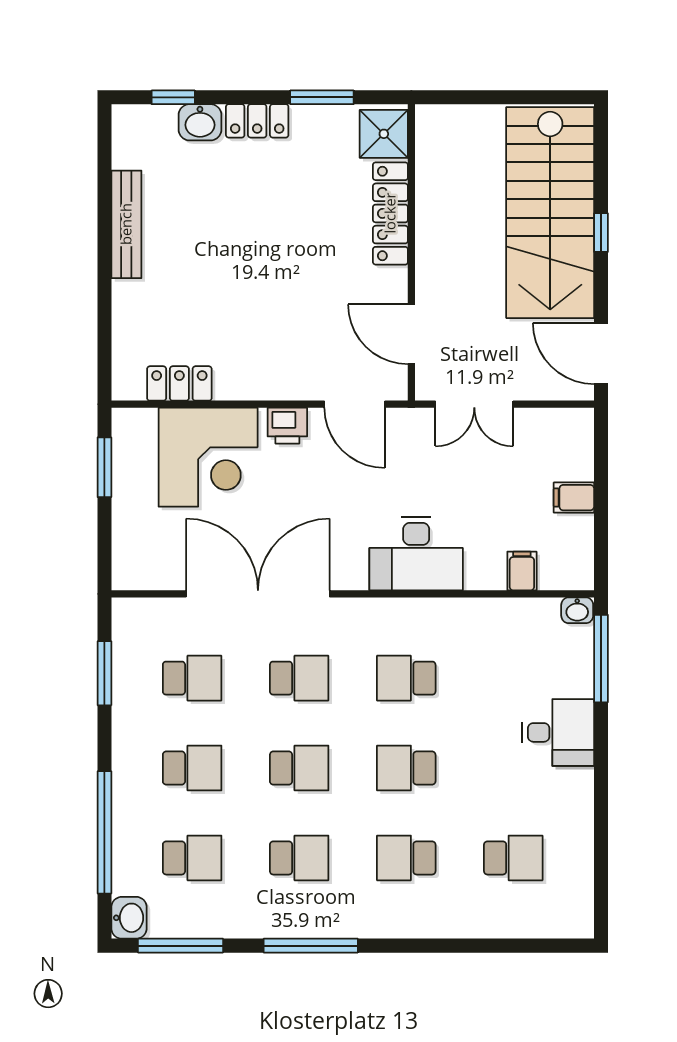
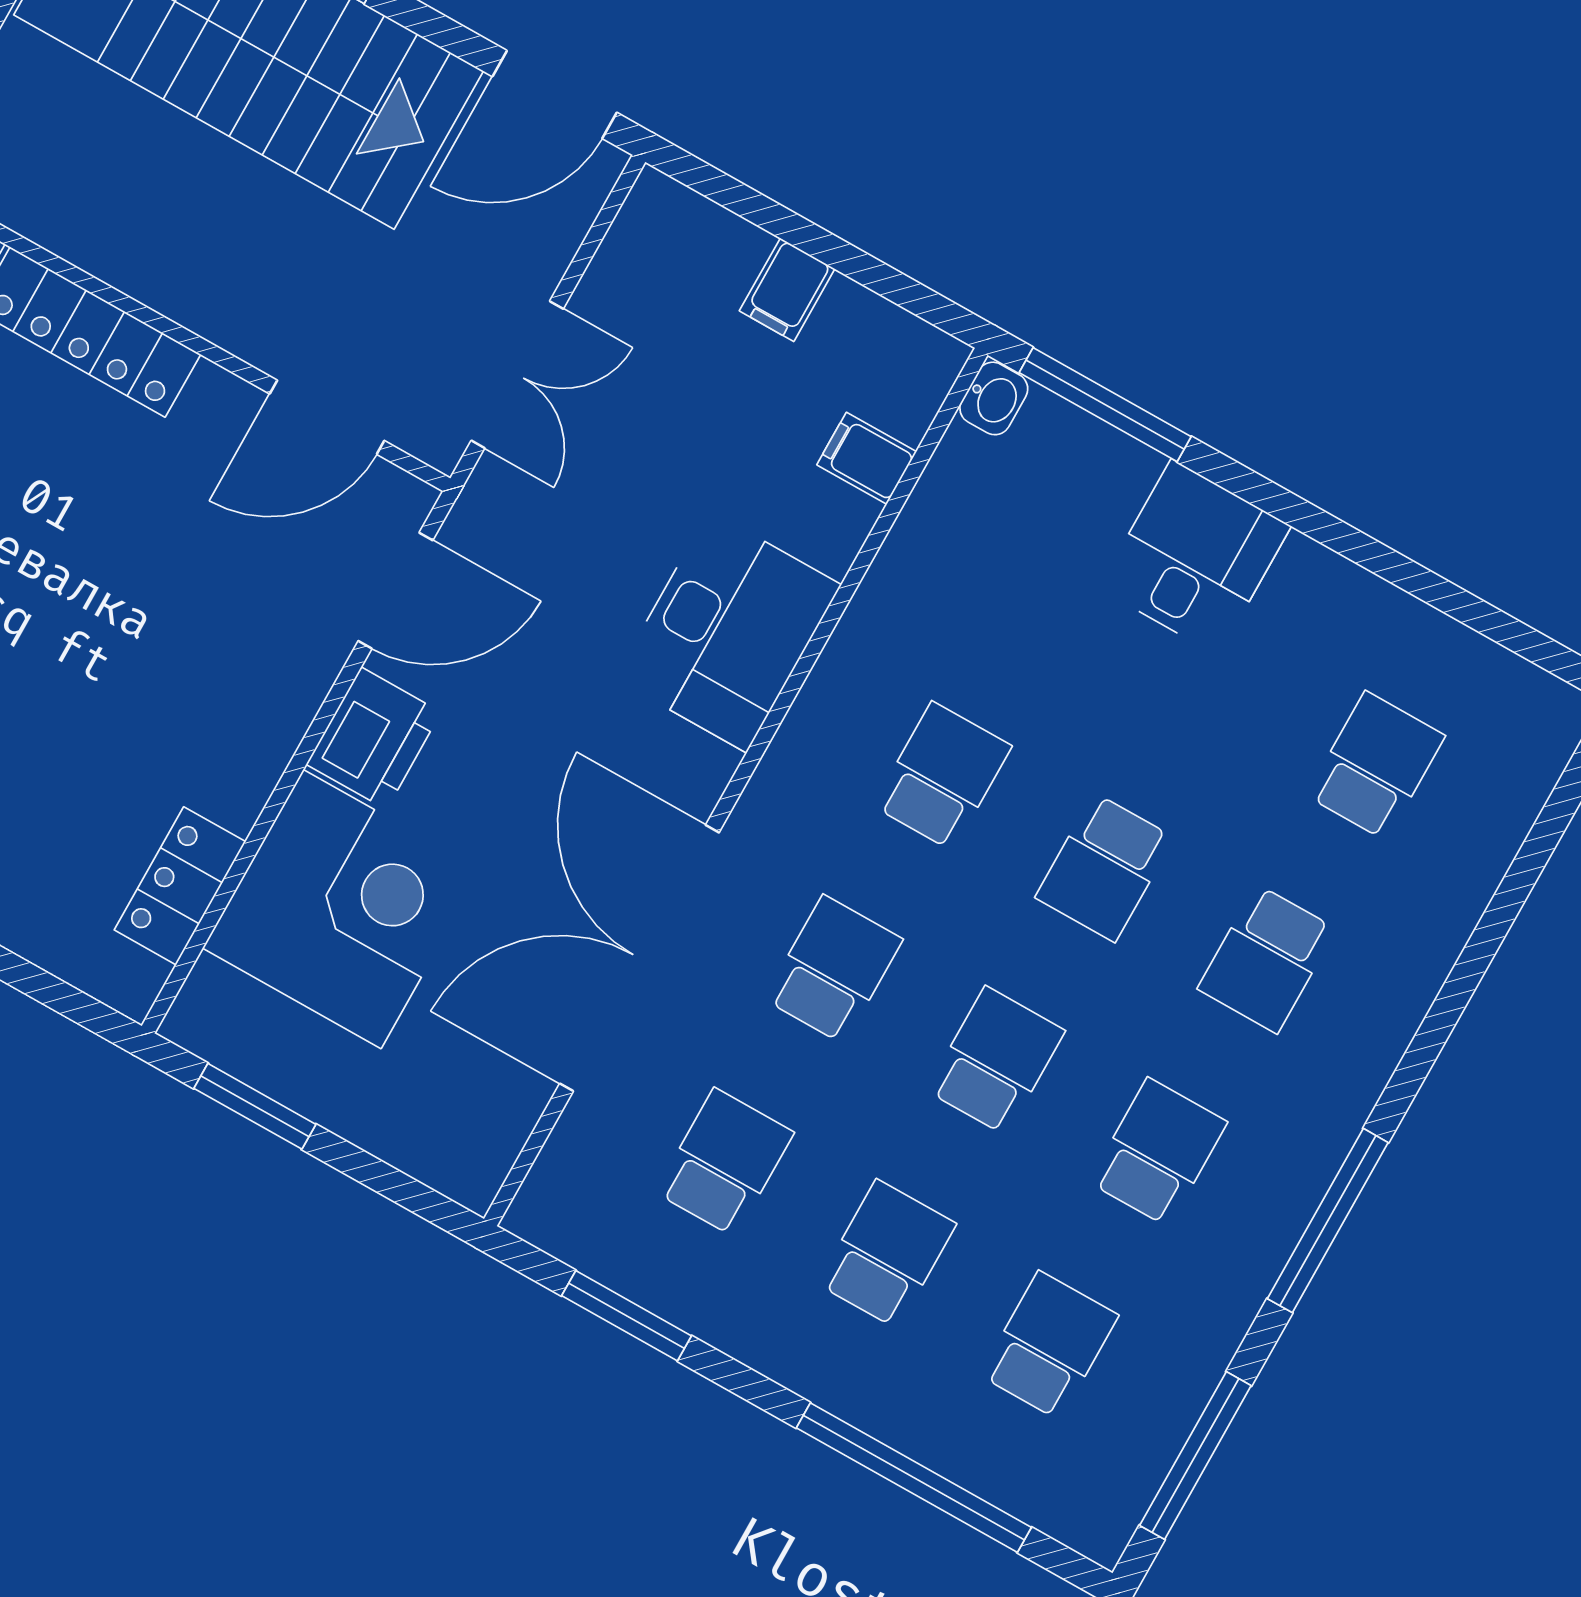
printer: (287, 426) -> (374, 738), width x1.36, depth x1.24
school desk: (406, 678) -> (942, 776), turned 180
washbasin: (129, 918) -> (1093, 1520), removed

